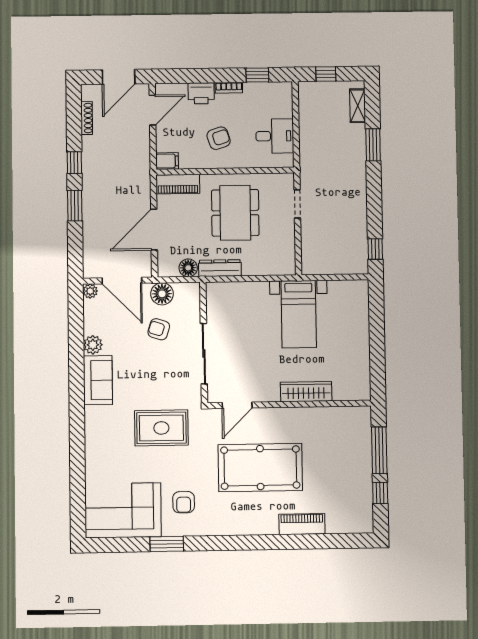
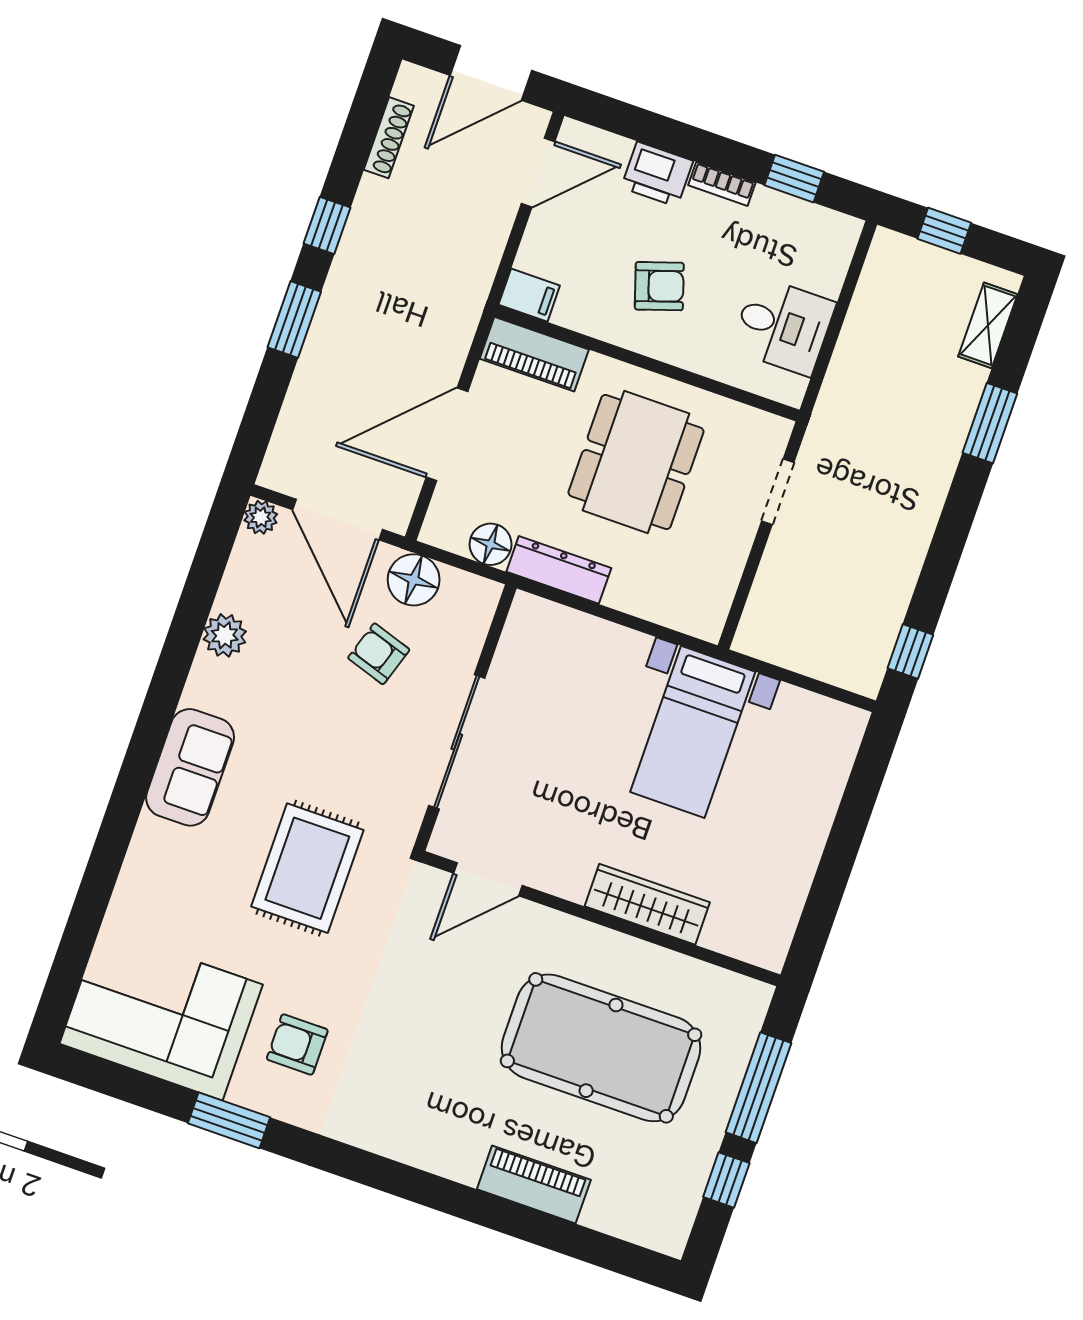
sofa: (98, 380) -> (190, 767), moved
rug: (161, 428) -> (307, 868), turned 90
pool table: (260, 468) -> (601, 1048), moved
armchair: (184, 502) -> (297, 1044), turned 90

